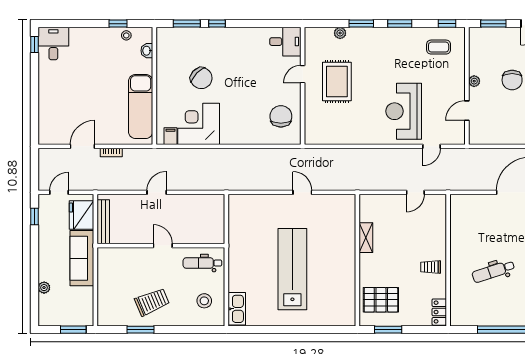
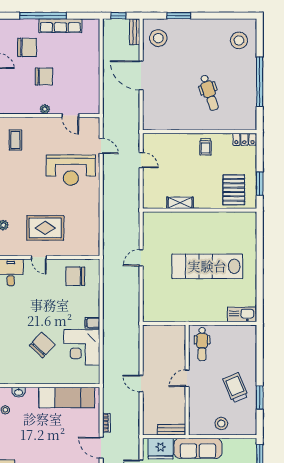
filing cabinet: (170, 136) -> (92, 323), moved
bench: (103, 222) -> (172, 430), width x0.73
stool: (204, 301) -> (221, 423), moved

